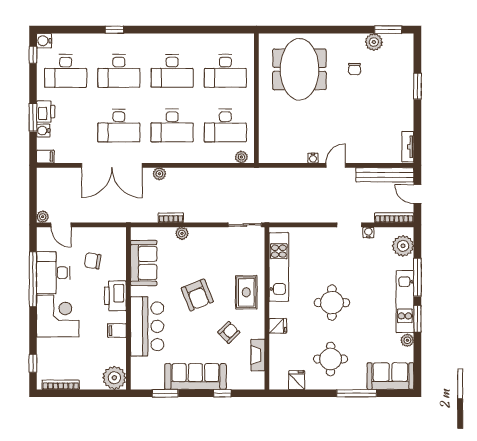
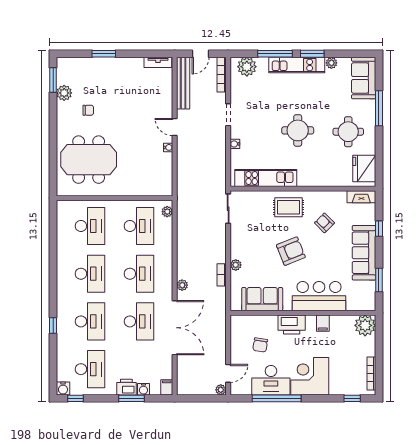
water cooler: (368, 232) -> (235, 144), moved
fridge: (278, 326) -> (319, 179), removed
fireplace: (258, 355) -> (361, 197), moved
fridge: (297, 380) -> (364, 168), width x1.88, depth x1.34

